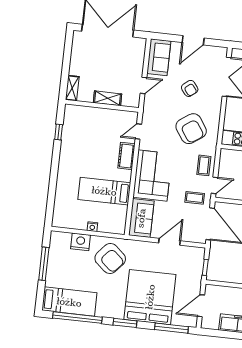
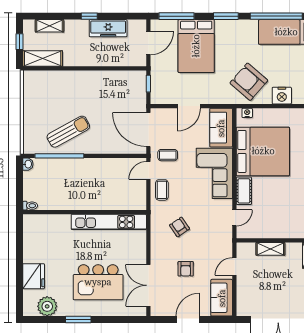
armchair: (190, 88) -> (186, 269), turned -142
armchair: (191, 129) -> (179, 227), width x0.53, depth x0.53
bed: (104, 191) -> (263, 151), width x2.04
nightstand: (92, 227) -> (247, 113), moved
bed: (150, 297) -> (196, 46), width x0.73

